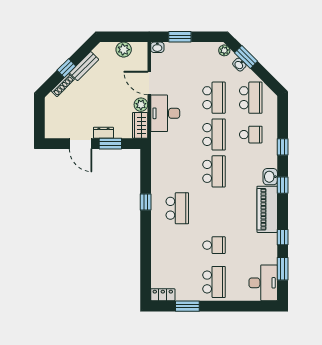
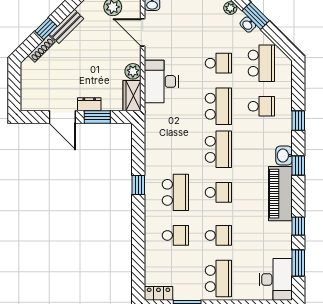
door: (149, 83) -> (143, 32), moved
school desk: (214, 98) -> (218, 63), width x0.54
school desk: (214, 208) -> (218, 192), added
school desk: (177, 245) -> (175, 235), added

